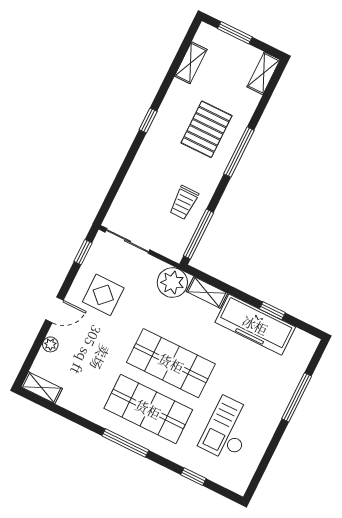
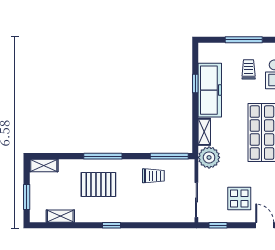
trolley: (257, 385) -> (249, 69), added

